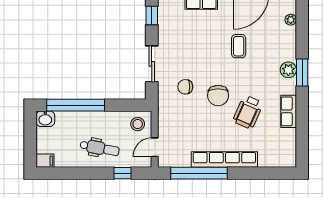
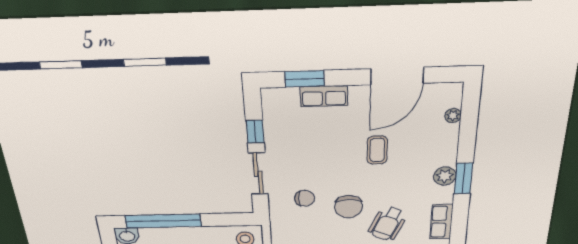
window: (152, 16) -> (255, 132), moved
chair: (185, 87) -> (305, 198), turned 180

